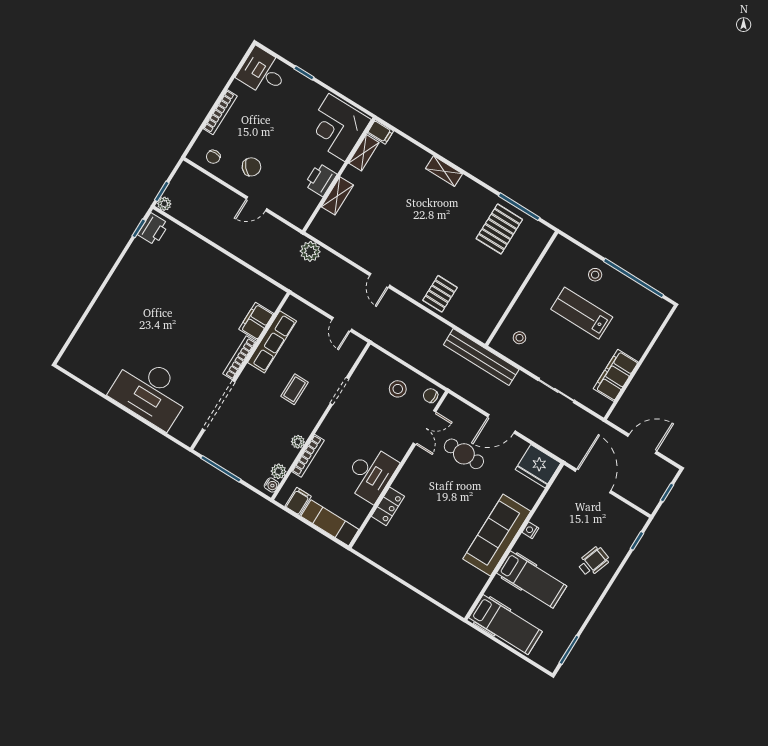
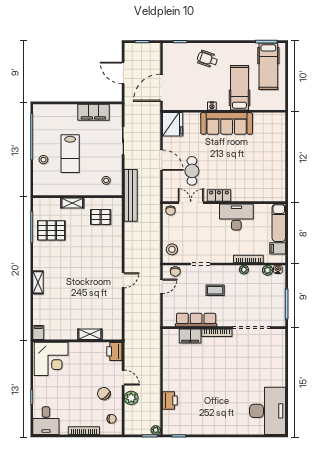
shelving: (364, 153) -> (72, 203), moved
printer: (321, 180) -> (114, 351), moved, turned 90
printer: (153, 229) -> (170, 401), moved, turned 90
plant: (310, 251) -> (131, 398), moved
pallet: (440, 294) -> (101, 217), moved
chair: (350, 353) -> (175, 272), added
stool: (398, 389) -> (172, 249), moved
desk: (151, 392) -> (268, 411), moved
locker: (388, 506) -> (219, 196), moved
hospital bed: (505, 625) -> (268, 66), moved, turned 180

